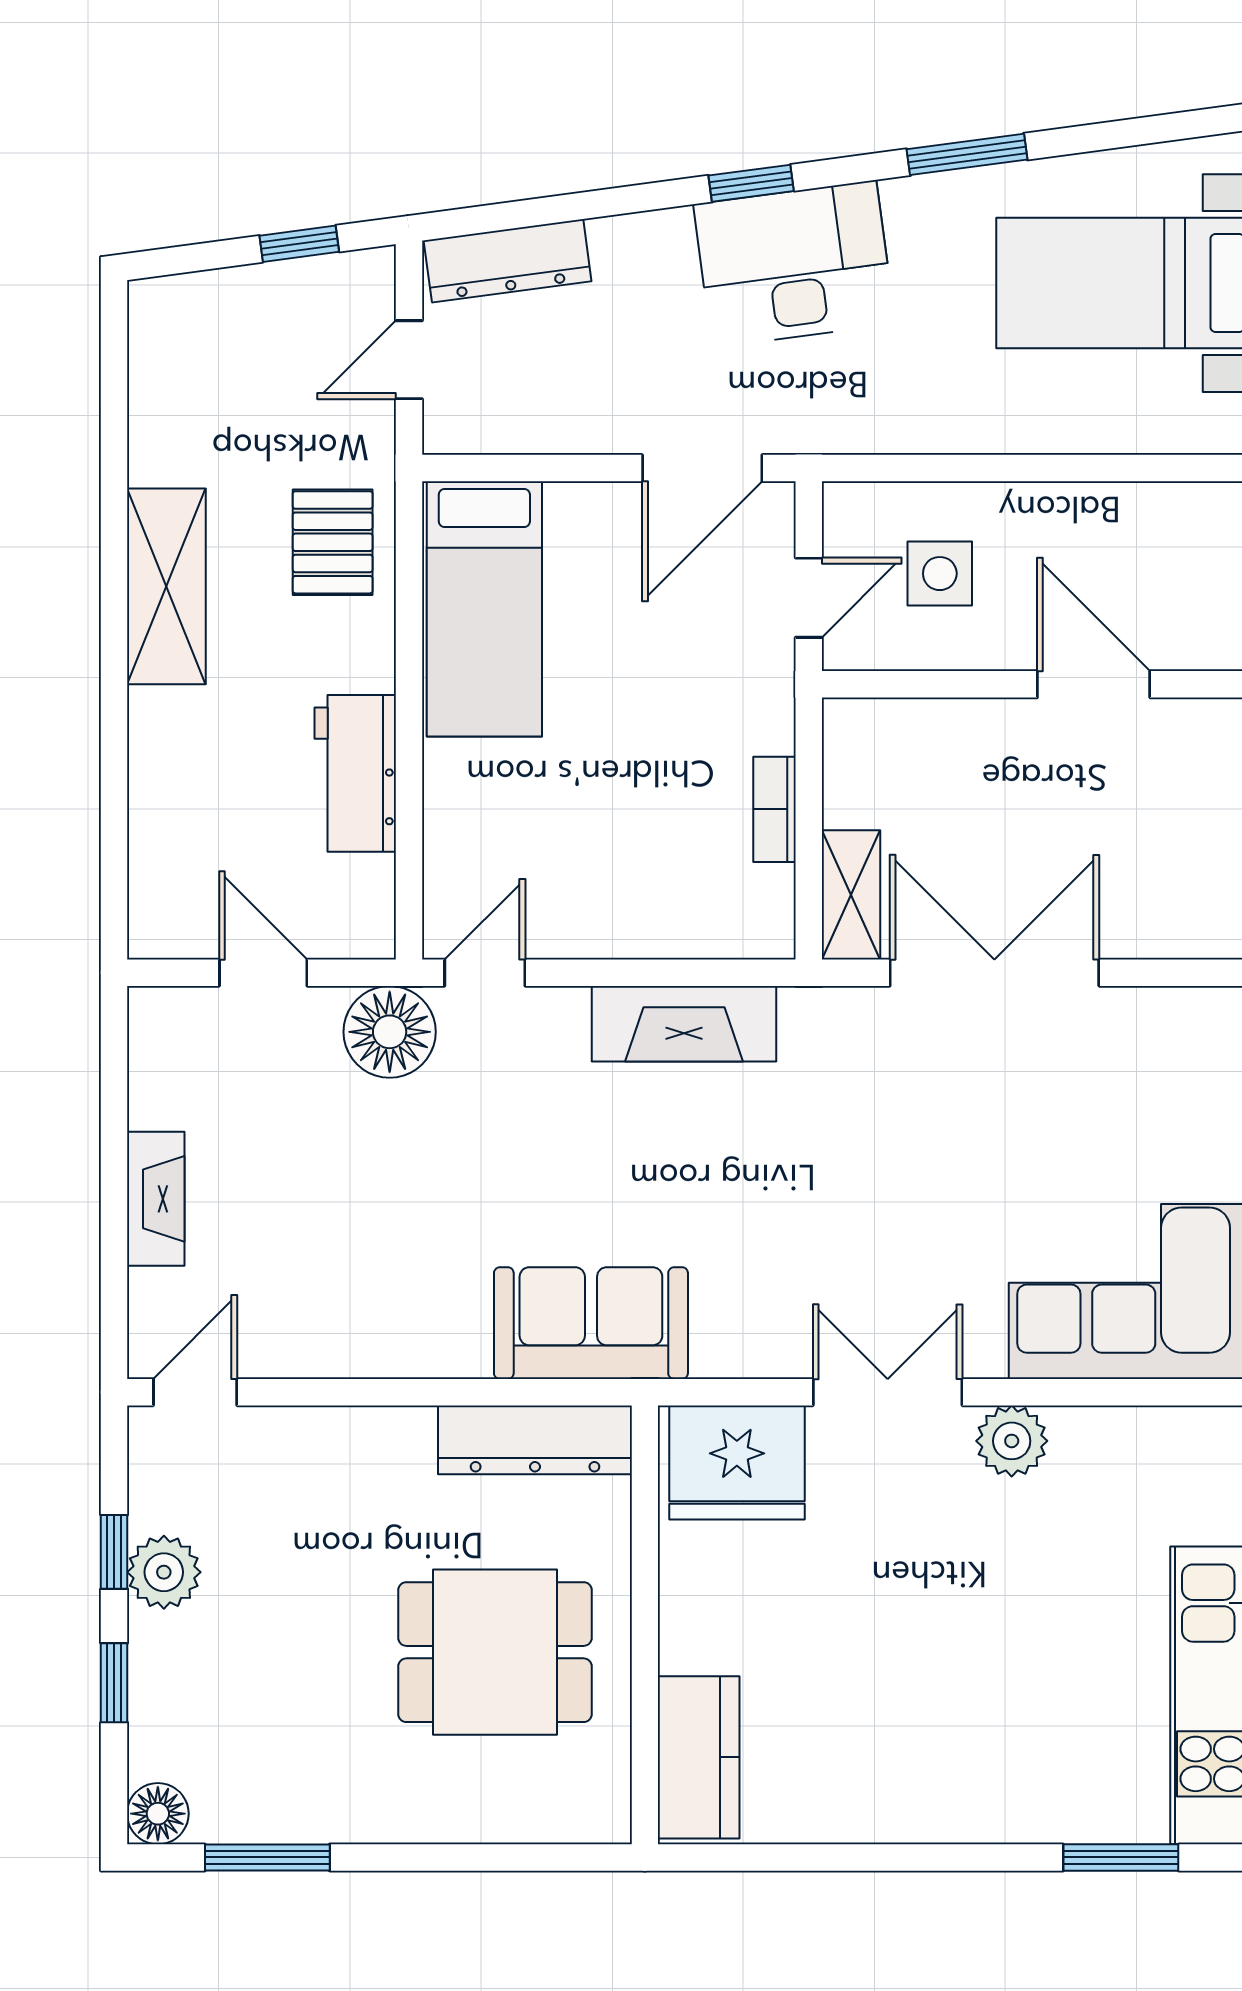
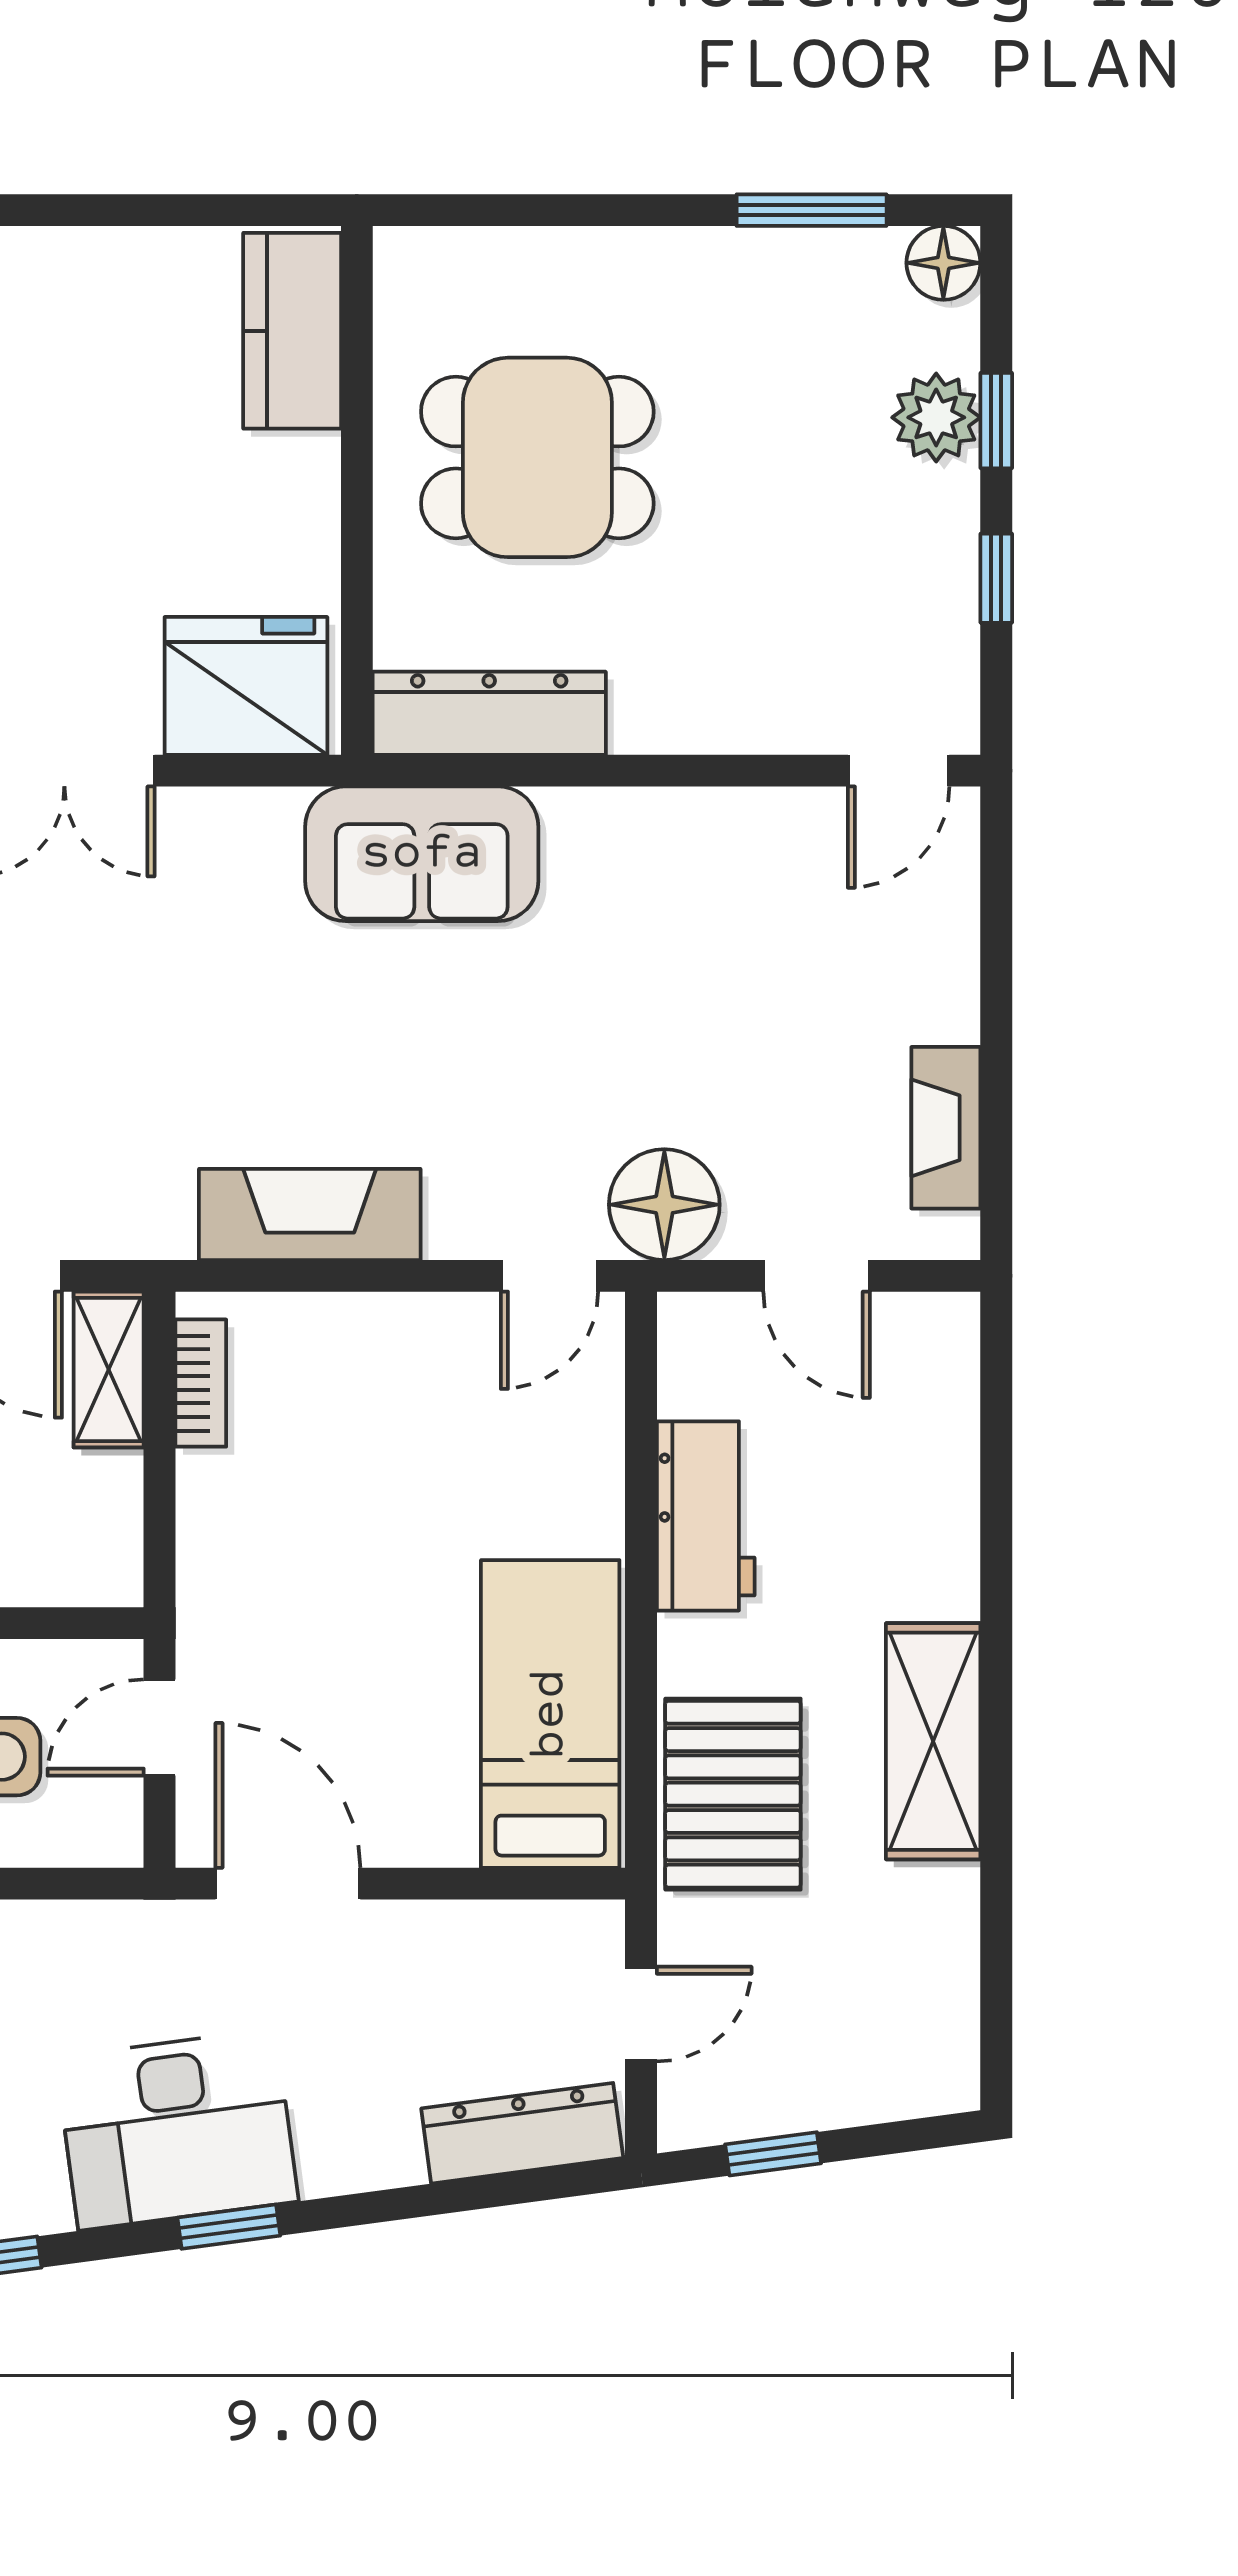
door: (702, 468) -> (288, 1884), hinge flipped
pallet: (333, 542) -> (733, 1794), width x1.50, depth x1.42
bookcase: (775, 809) -> (201, 1383), moved
fireplace: (156, 1199) -> (946, 1128), moved
plant: (164, 1572) -> (936, 417), moved

